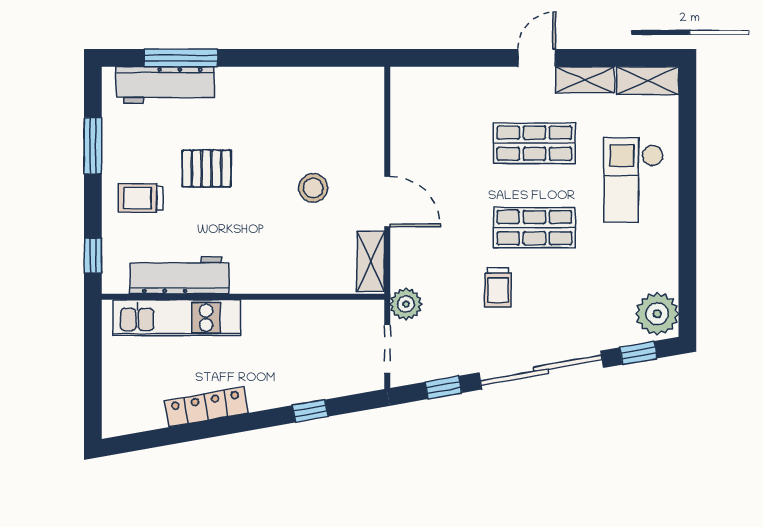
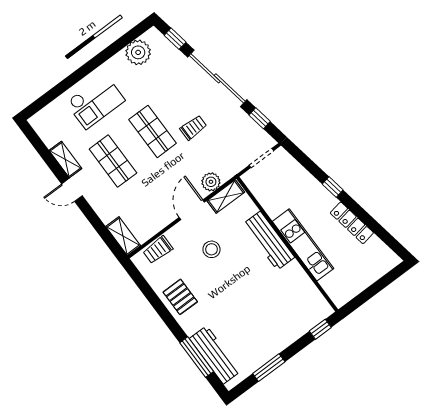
shelving: (648, 81) -> (123, 236), moved
pallet: (207, 168) -> (180, 297), moved
trolley: (140, 198) -> (158, 250), moved, turned 90
workbench: (180, 275) -> (269, 241), moved
plant: (406, 304) -> (211, 182), moved
plant: (657, 314) -> (138, 52), moved
kitchen unit: (177, 318) -> (303, 245), moved
window: (310, 411) -> (333, 187), moved

